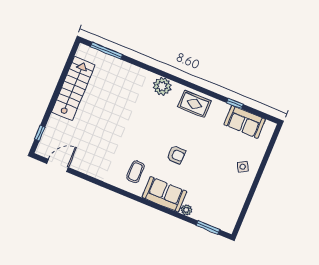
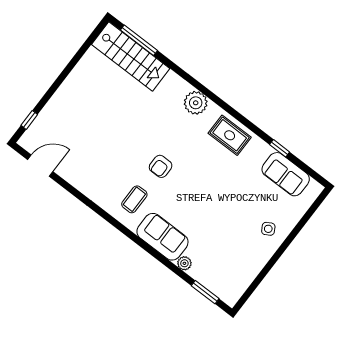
stairs: (73, 88) -> (131, 56), moved, turned 90
armchair: (176, 155) -> (161, 166), moved, turned 90

